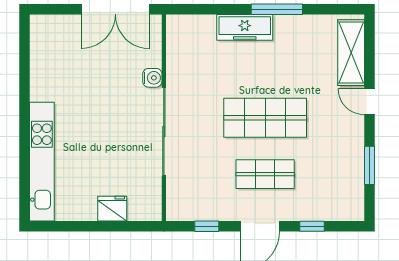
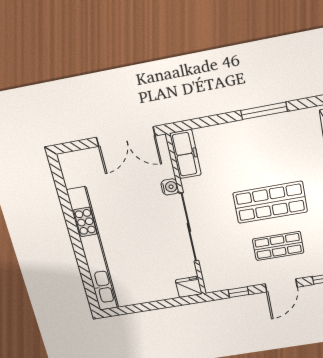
freezer: (245, 27) -> (185, 154), moved, turned -90
kitchen unit: (42, 162) -> (93, 250), width x1.36
fridge: (112, 209) -> (189, 287), moved

